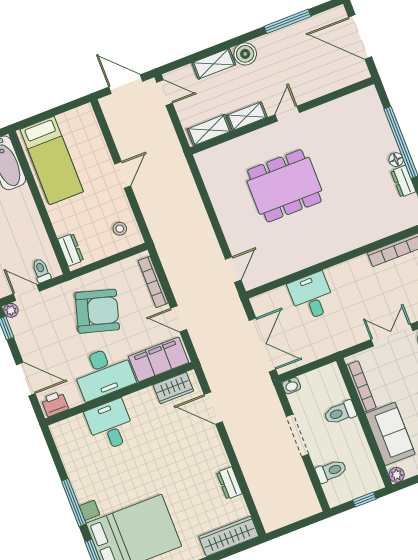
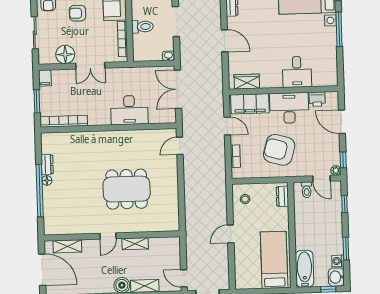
shelving: (209, 130) -> (67, 246), moved
bookcase: (153, 282) -> (235, 156), width x0.64
desk: (312, 296) -> (129, 110), width x1.37
printer: (55, 404) -> (317, 99), moved
door: (213, 408) -> (225, 41), moved

